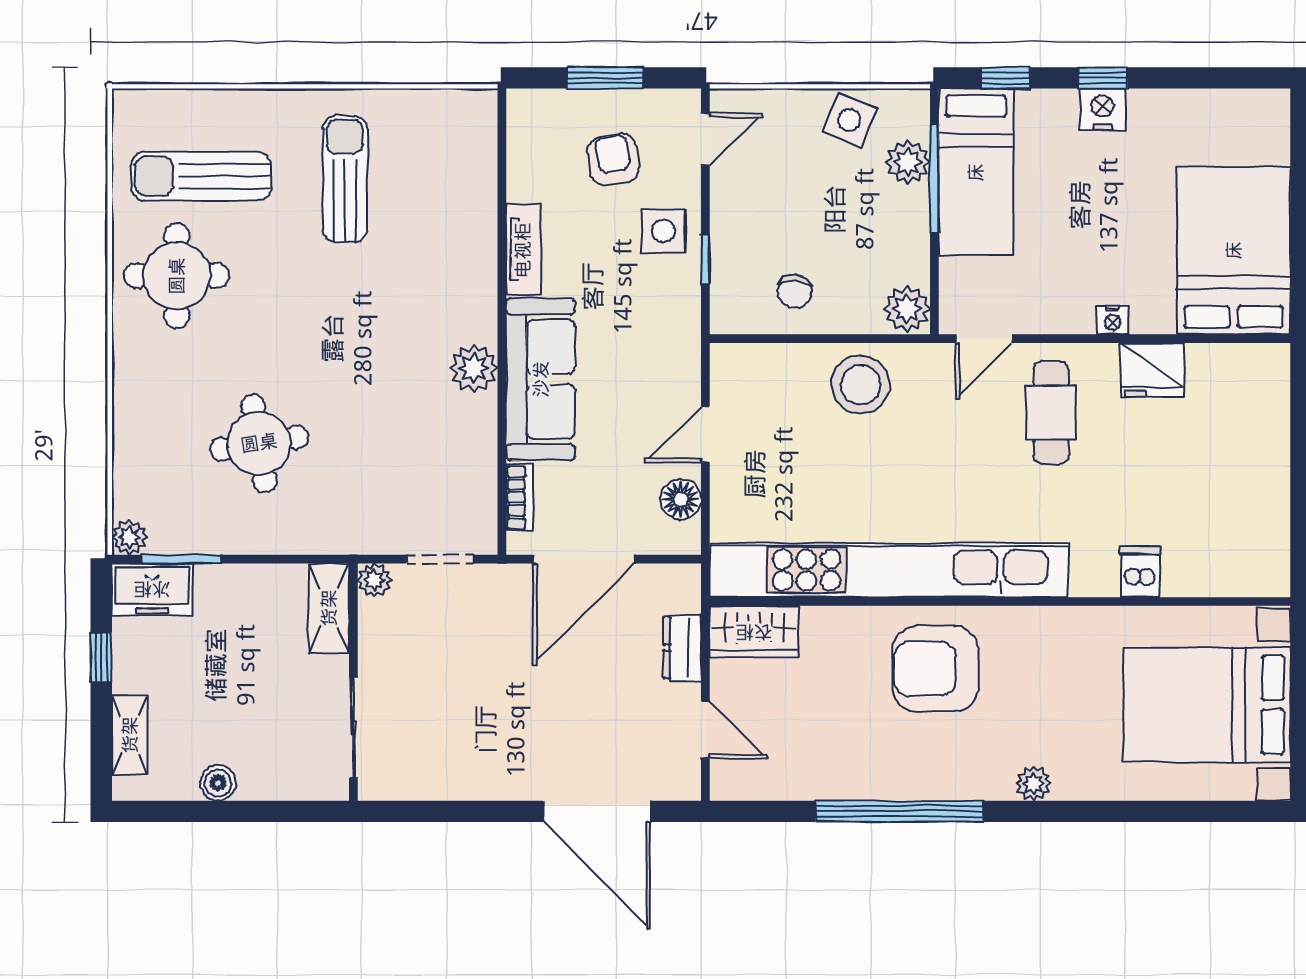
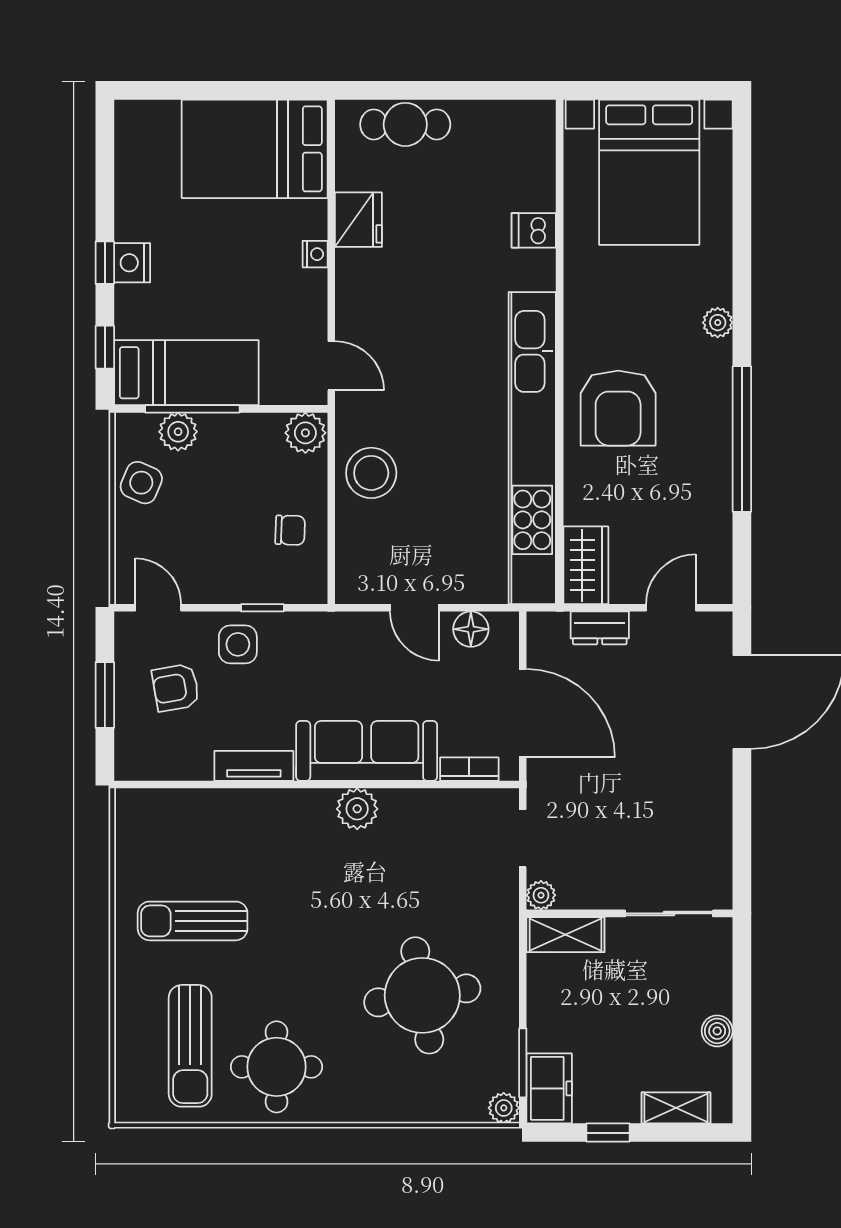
cafe table: (1051, 412) -> (405, 124), moved
round table: (259, 443) -> (422, 995), width x1.36, depth x1.36

